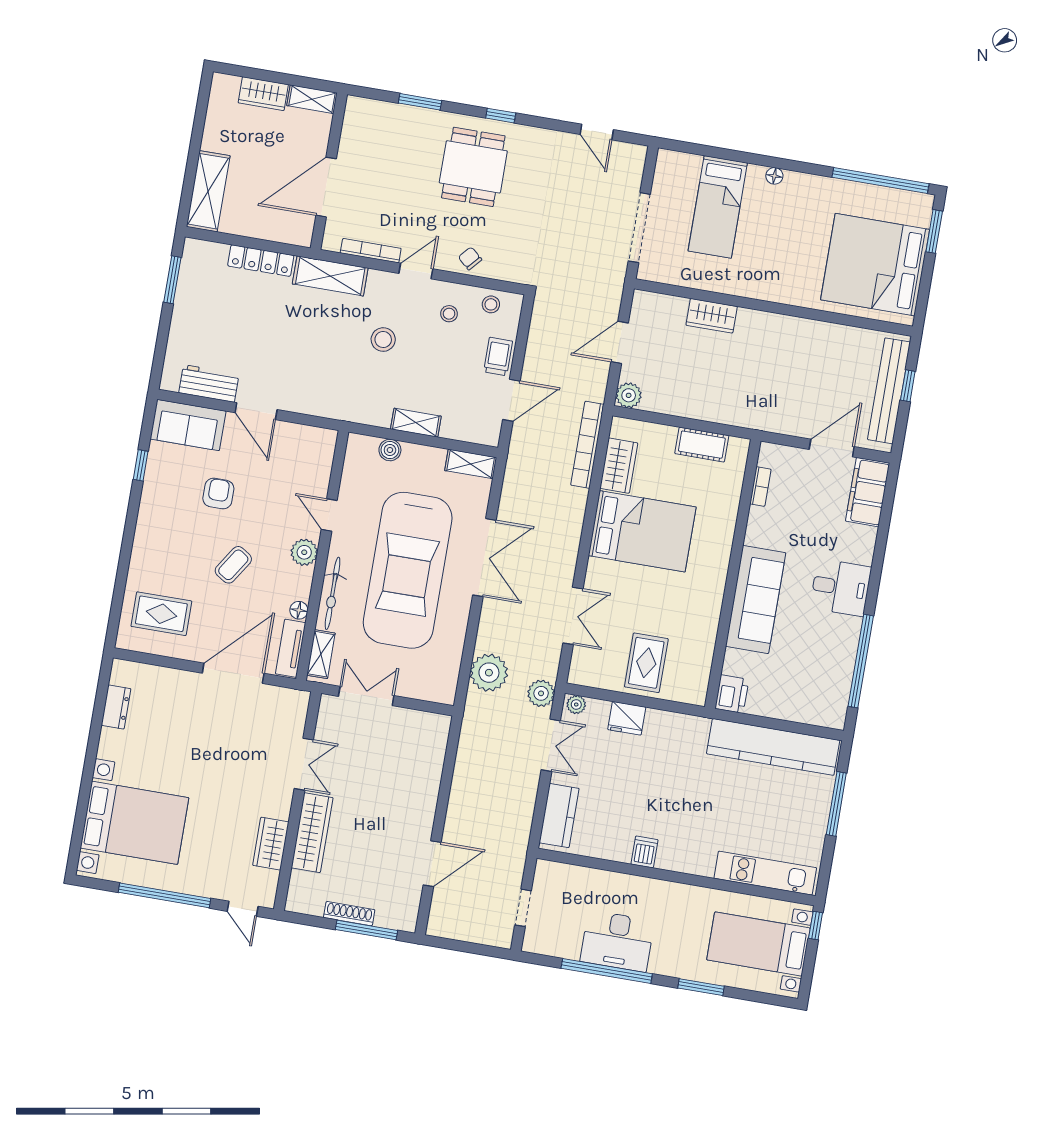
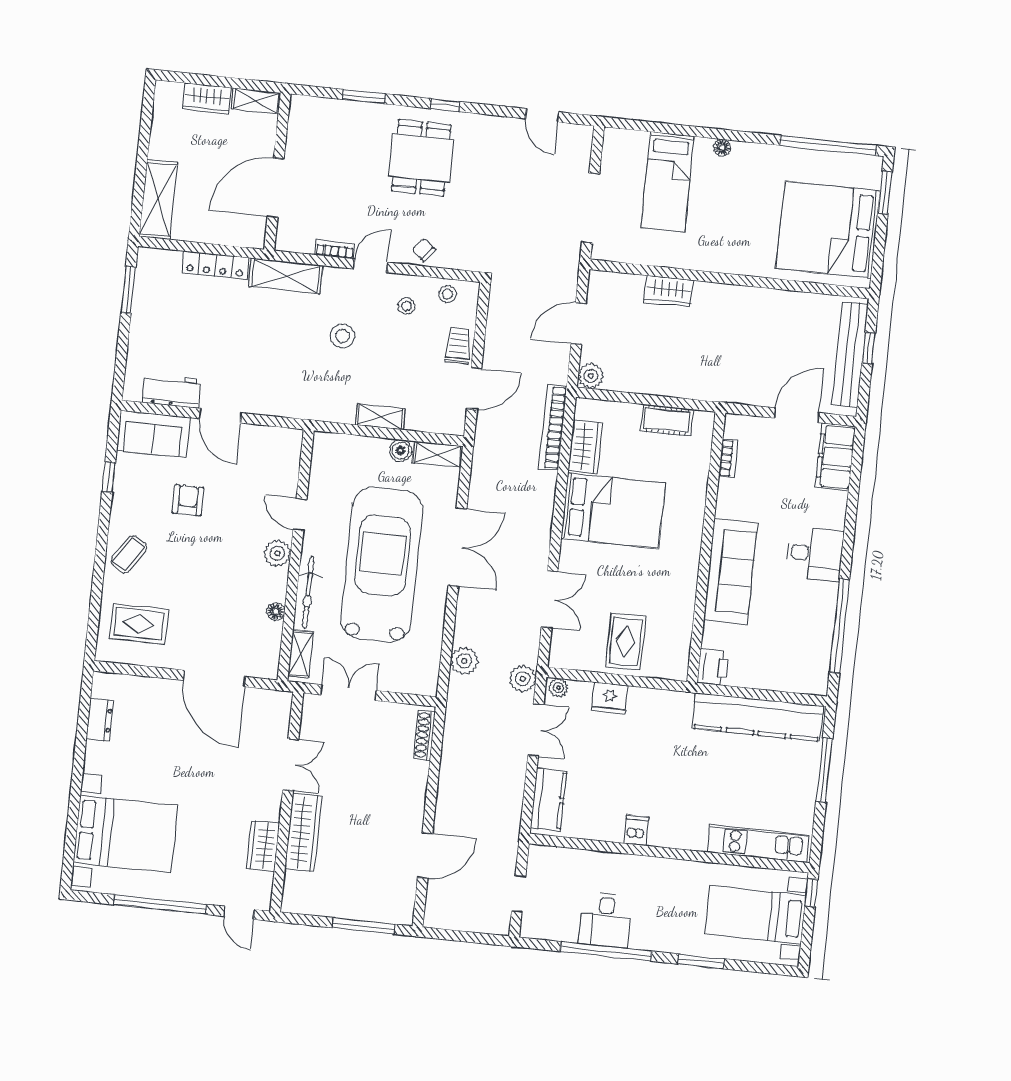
bookcase: (371, 251) -> (335, 249), width x0.64
boiler: (390, 450) -> (401, 450), moved
coffee table: (233, 565) -> (129, 554), moved
car: (408, 570) -> (382, 565), turned 180
tv unit: (291, 648) -> (270, 650), removed
door: (233, 673) -> (214, 679), swing flipped
plant: (489, 673) -> (464, 661), width x0.73, depth x0.73
shoe rack: (349, 914) -> (424, 735), moved, turned -90
desk: (617, 941) -> (606, 920), width x0.73

